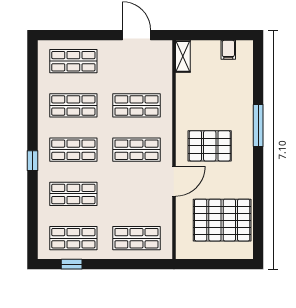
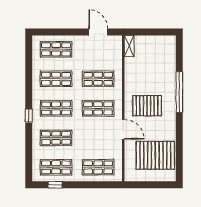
filing cabinet: (228, 50) -> (159, 42), removed
window: (258, 125) -> (179, 92), width x1.46
door: (174, 181) -> (123, 129), hinge flipped

